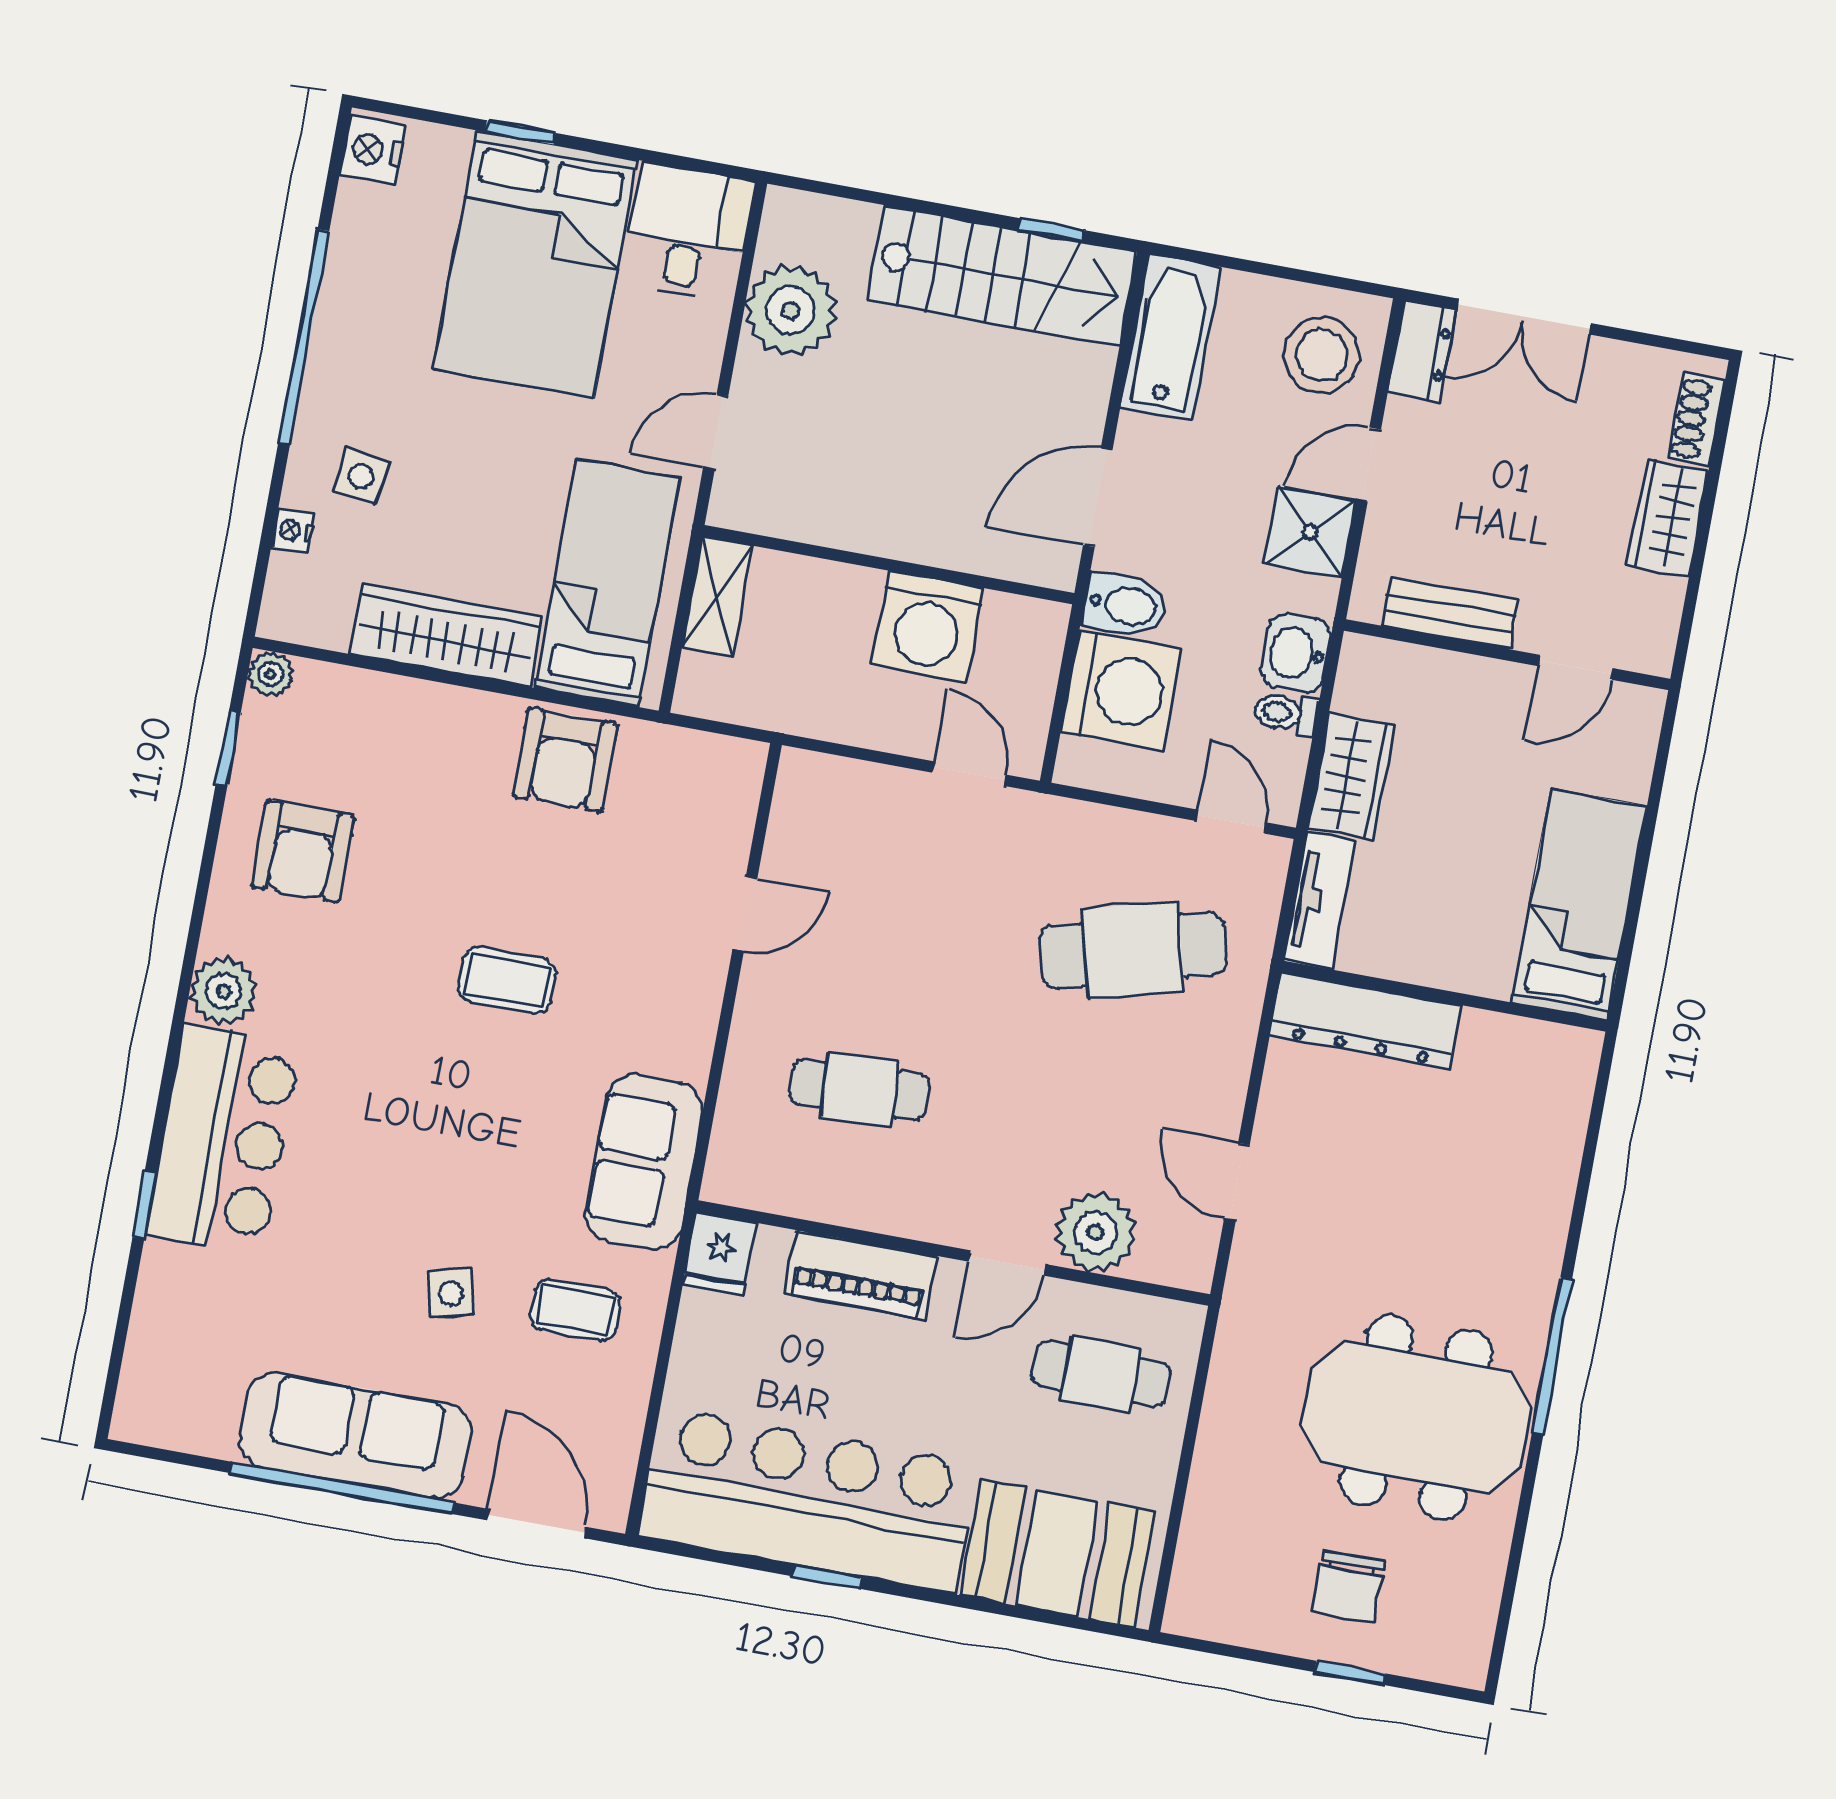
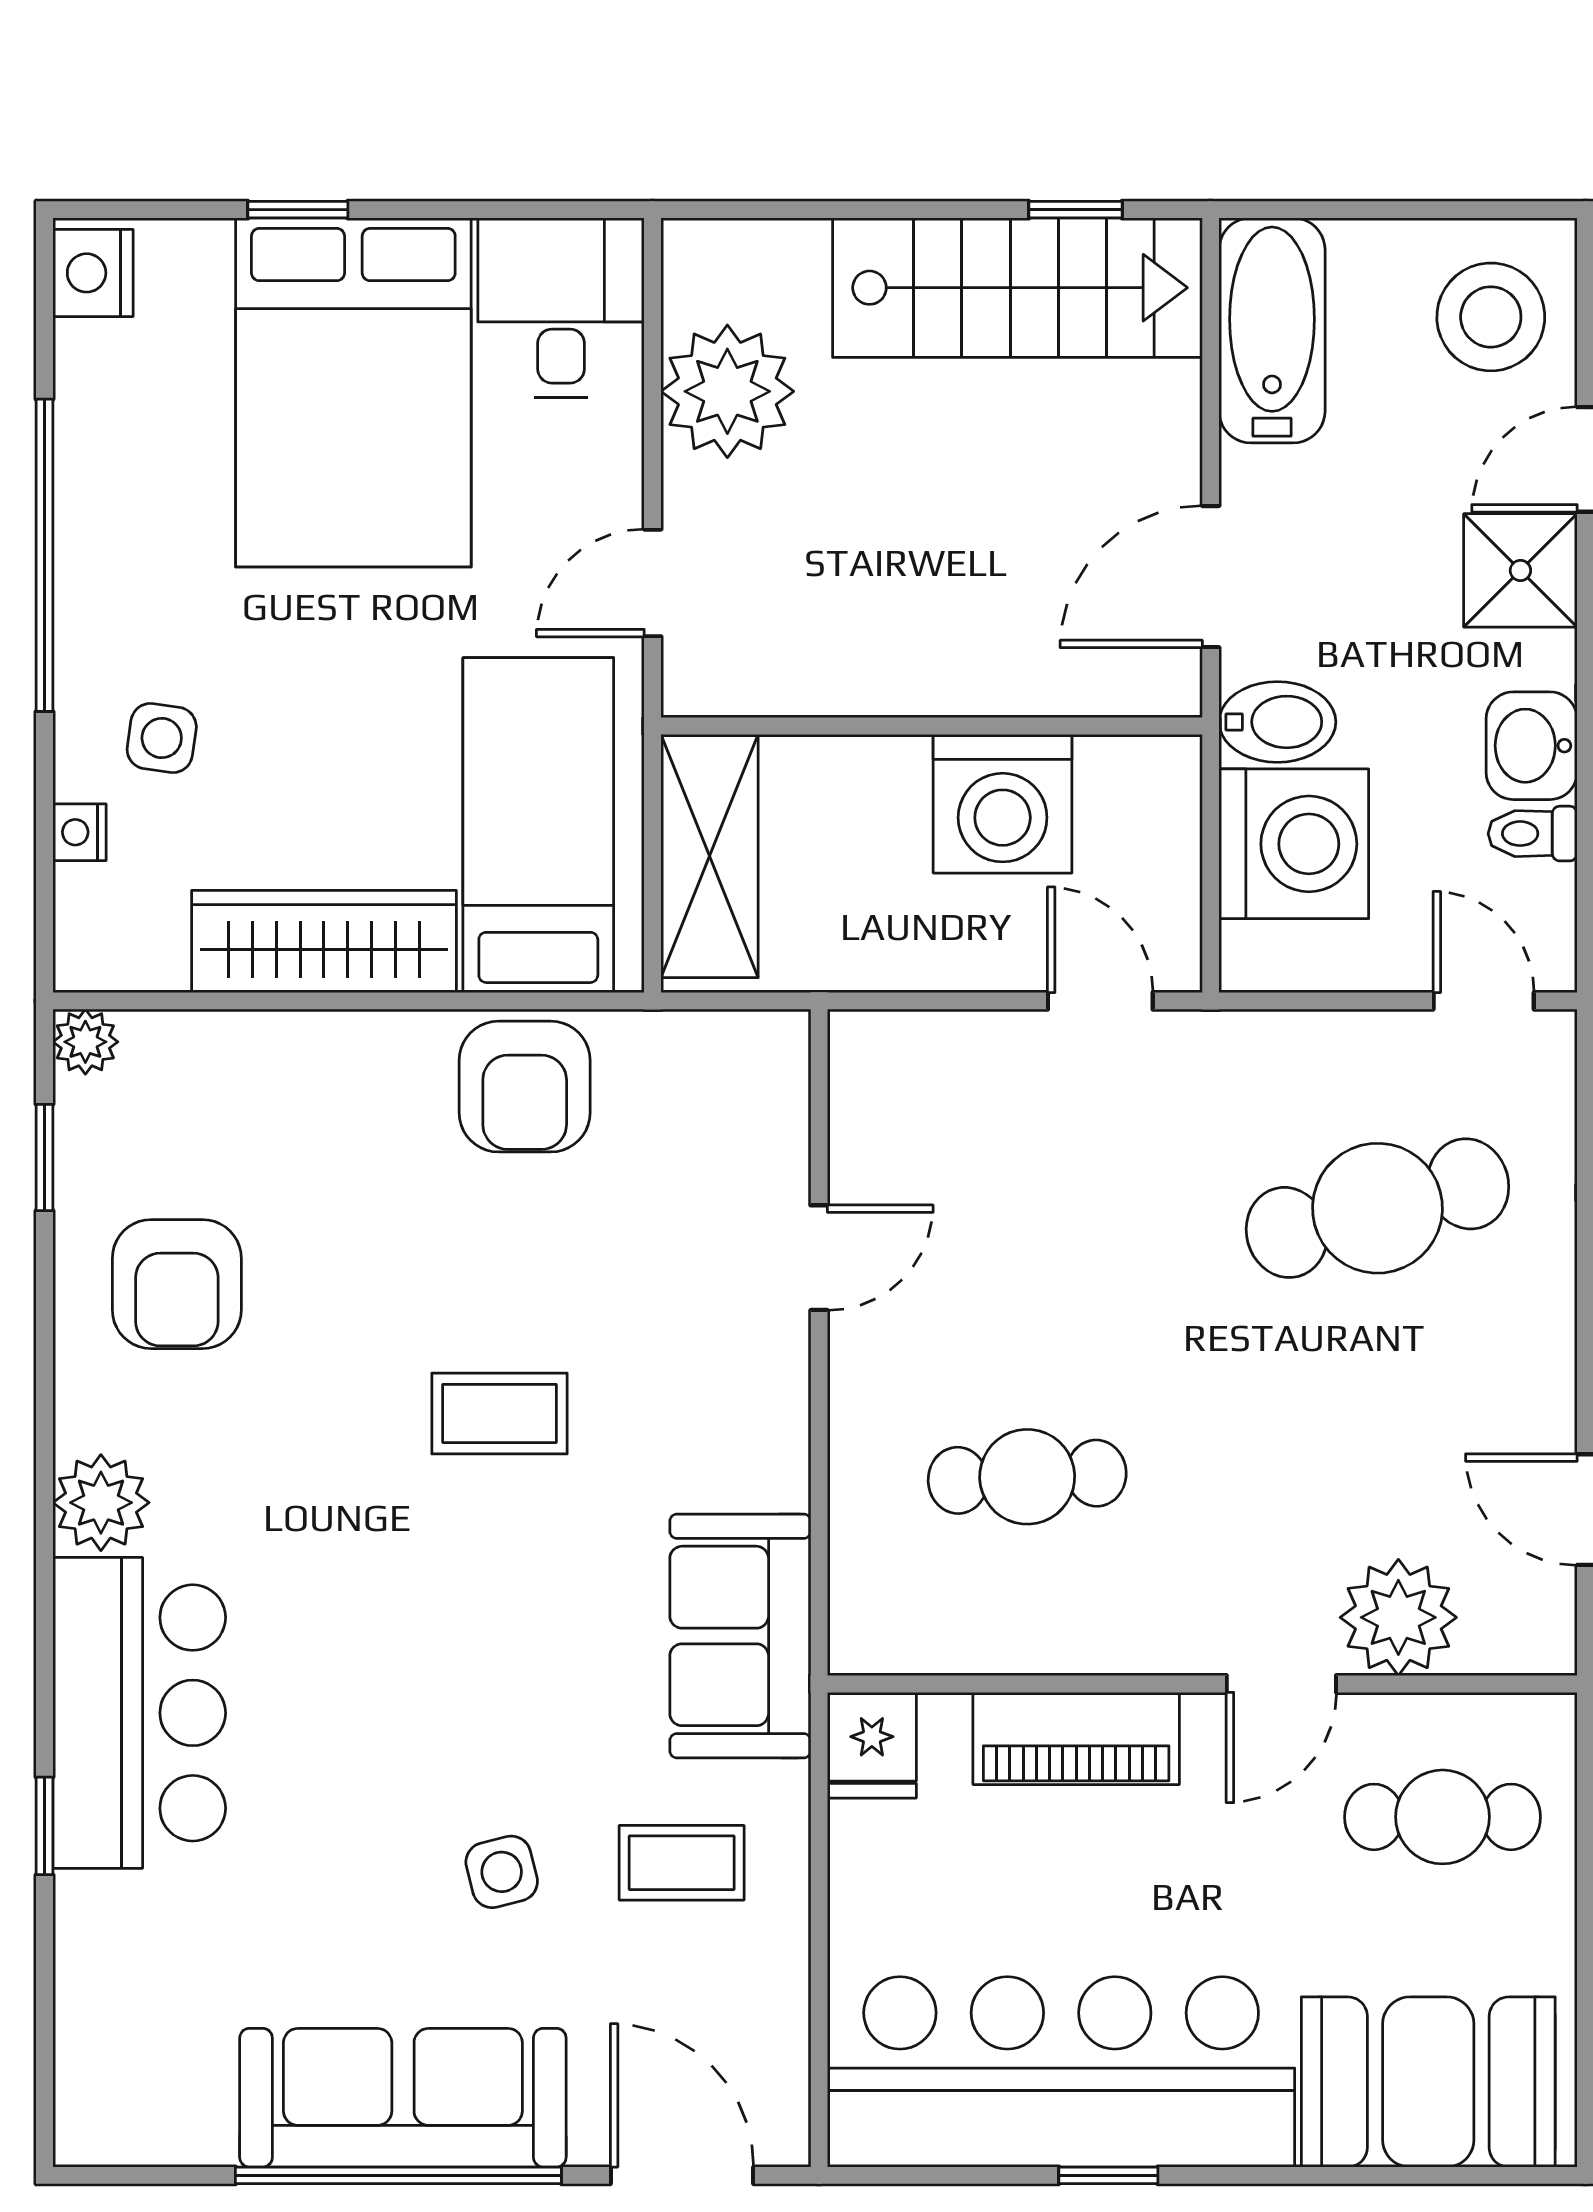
shelving: (717, 596) -> (710, 856), width x1.50, depth x1.33

